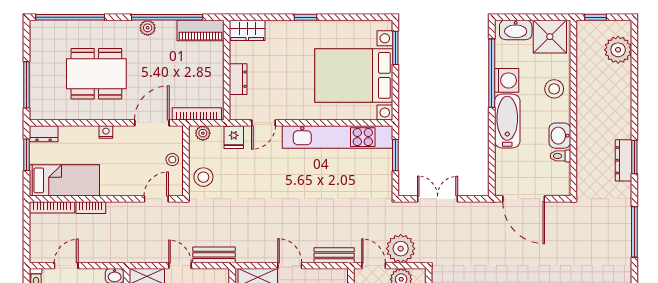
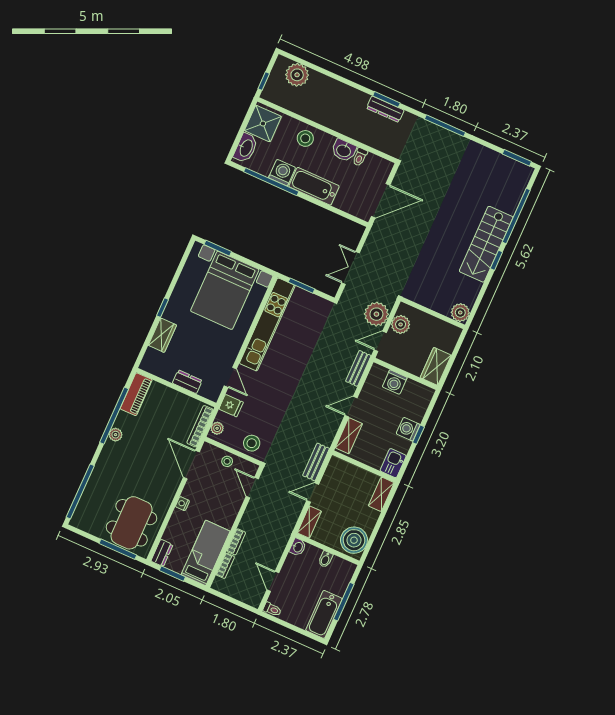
wardrobe: (247, 30) -> (162, 335), moved
dining table: (96, 74) -> (132, 523), moved
bookcase: (52, 207) -> (225, 566), width x0.64

